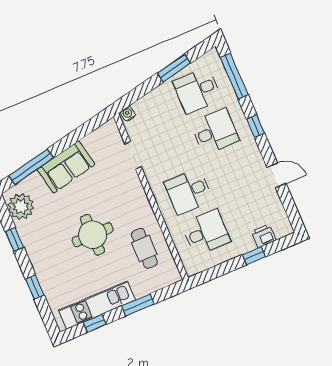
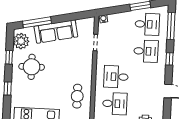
desk: (197, 90) -> (147, 24), turned 180
sofa: (66, 167) -> (56, 32), width x1.36
round table: (93, 235) -> (32, 67), moved

